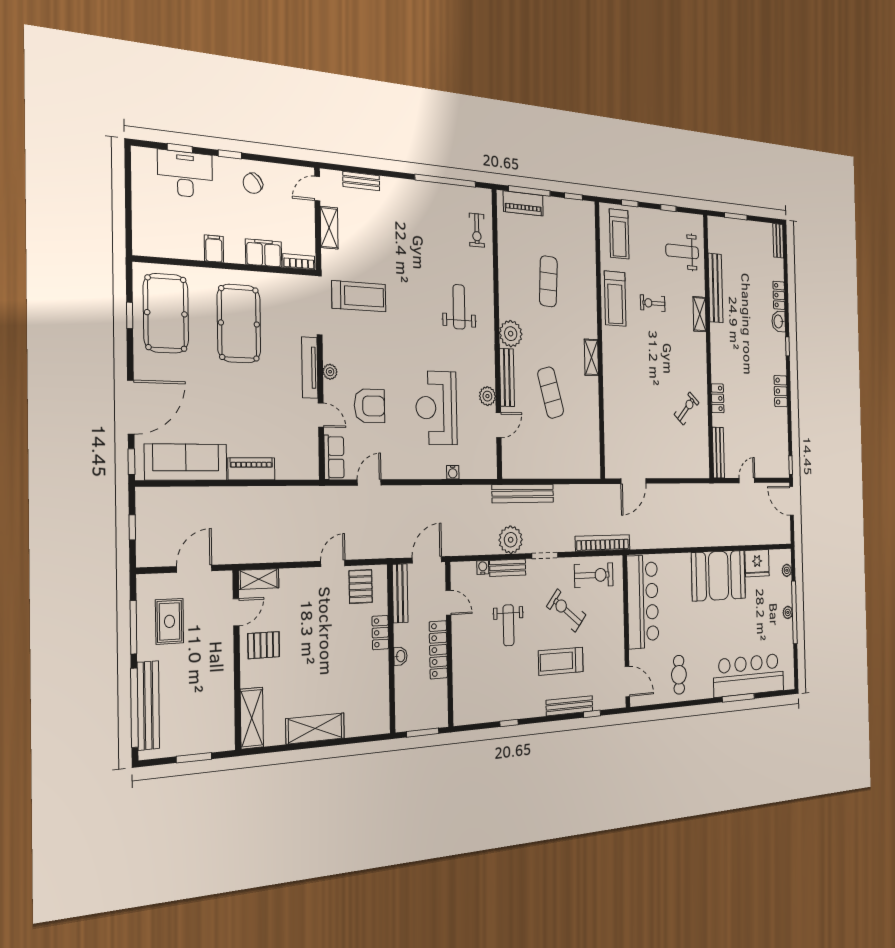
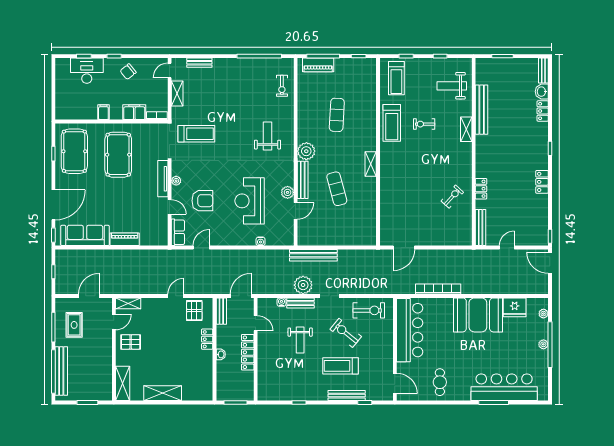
washbasin: (779, 321) -> (542, 92), moved
bookcase: (603, 543) -> (438, 289), moved
bench: (400, 593) -> (221, 311), width x0.73

